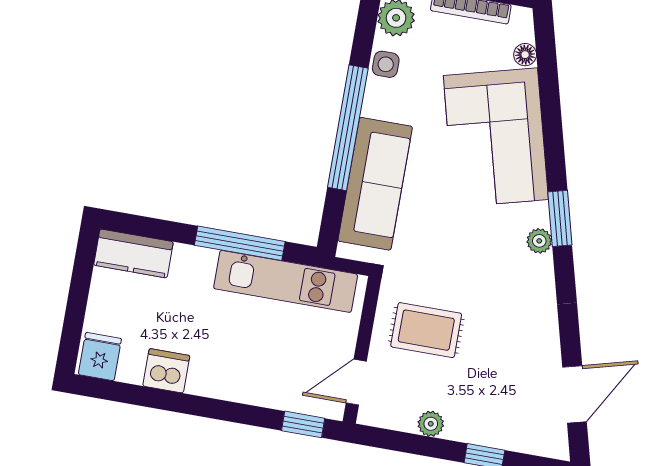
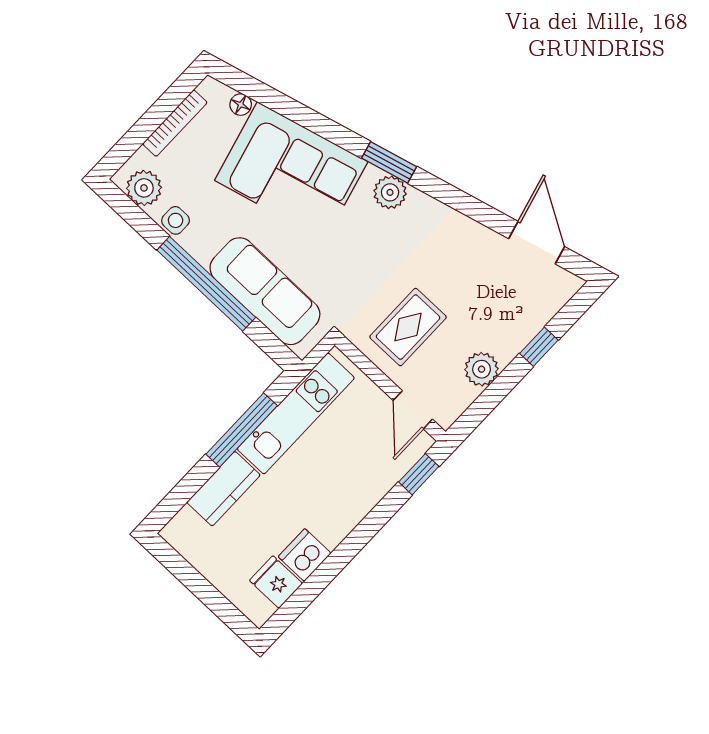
plant: (539, 241) -> (390, 192), width x1.38, depth x1.38
kitchen counter: (133, 253) -> (224, 489), moved
fridge: (100, 357) -> (276, 582), moved
plant: (431, 424) -> (482, 369), width x1.38, depth x1.38

